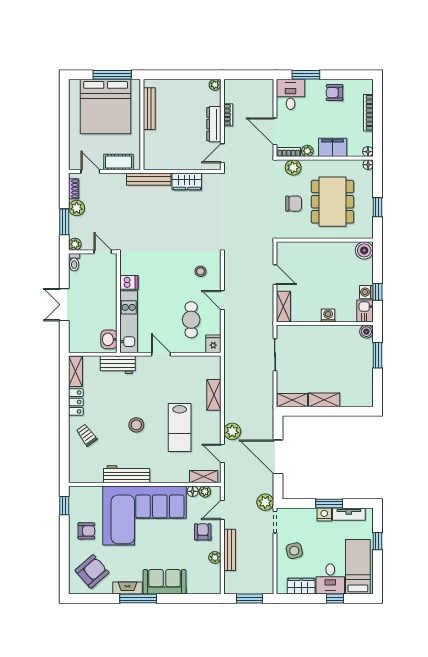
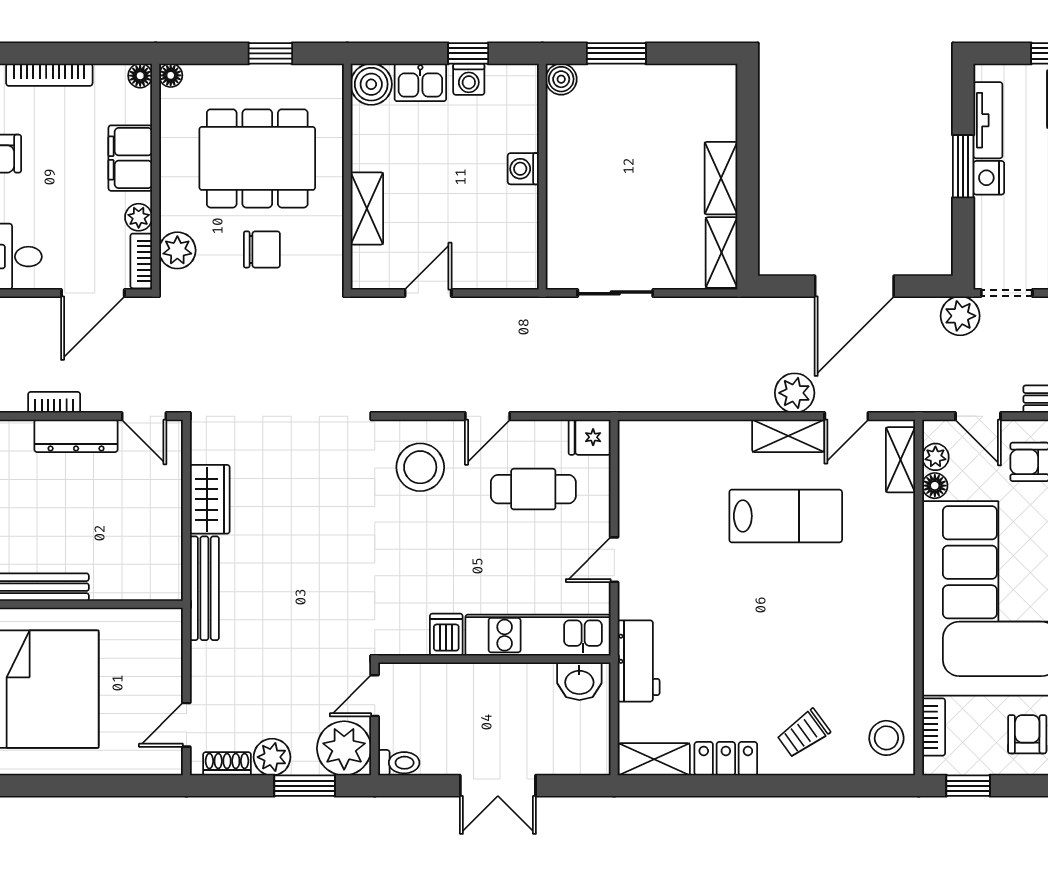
cot: (118, 162) -> (164, 659), removed
chair: (294, 204) -> (262, 249), turned 90
plant: (75, 244) -> (344, 748), width x1.87, depth x1.87
stool: (200, 271) -> (420, 467), width x1.89, depth x1.89
shelving: (283, 307) -> (367, 208), moved, turned 90
kitchen sink: (365, 311) -> (420, 82), moved
shelving: (214, 395) -> (788, 436), moved
stool: (136, 425) -> (886, 738), moved
workbench: (127, 474) -> (895, 640), removed
bookcase: (89, 491) -> (934, 727), added

